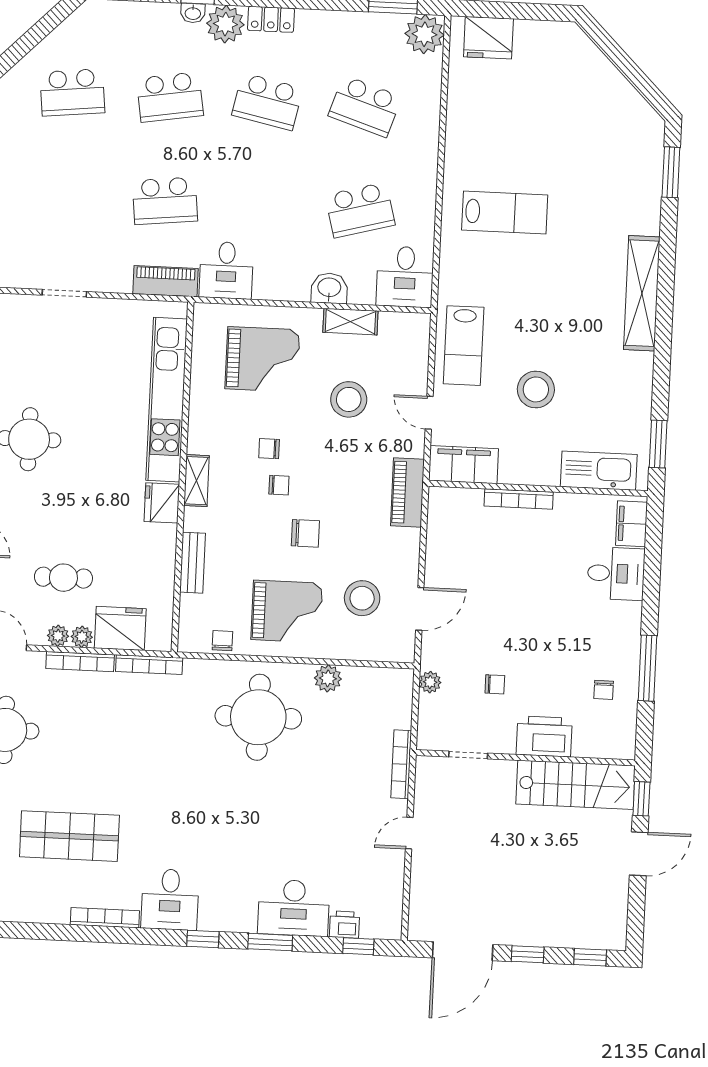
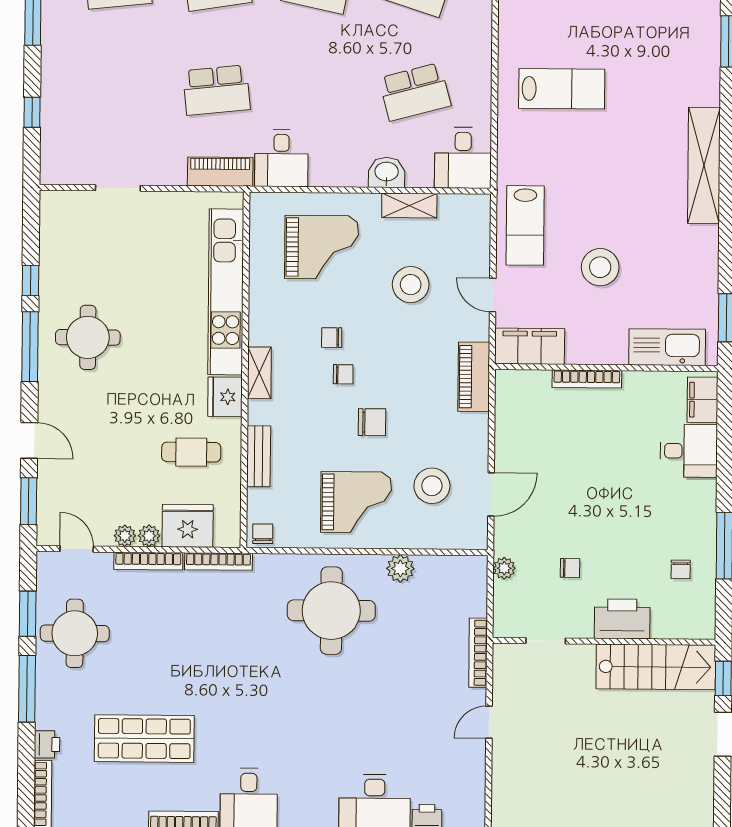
cafe table: (63, 578) -> (191, 452), moved
chair: (222, 641) -> (263, 534), moved

